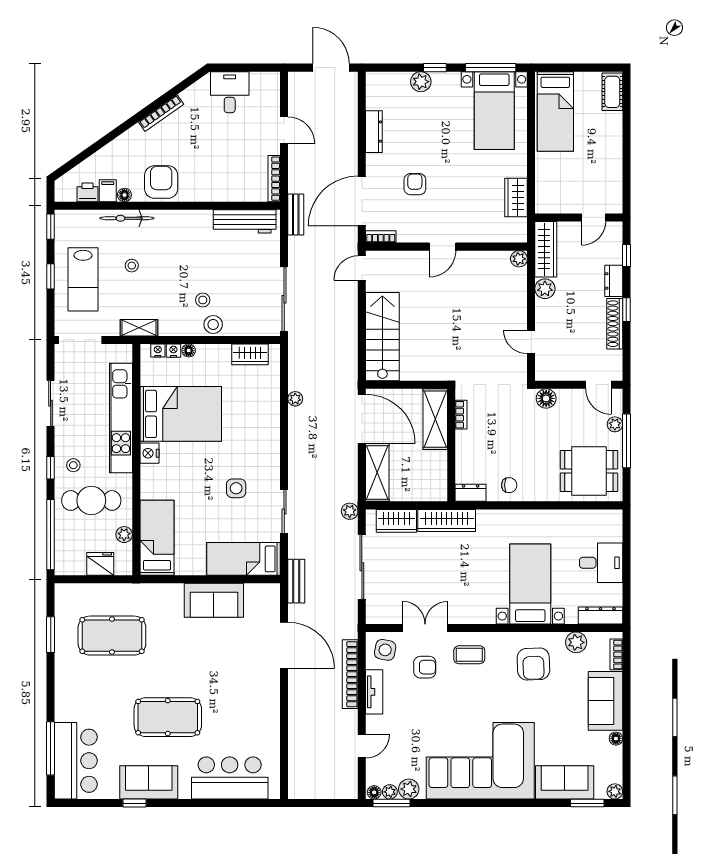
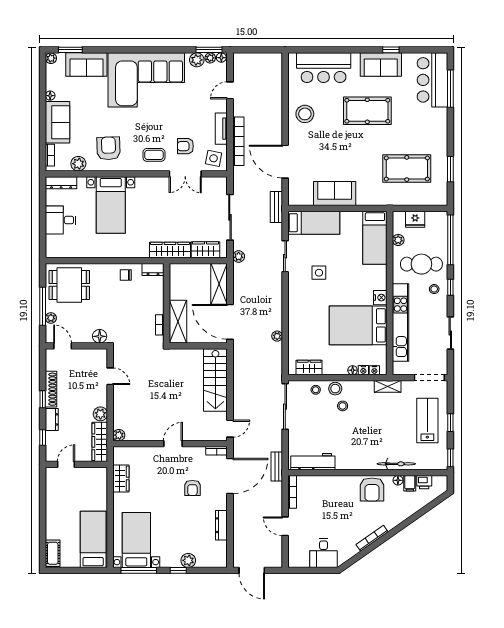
stool: (132, 266) -> (316, 390), moved
stool: (256, 713) -> (305, 114), added

